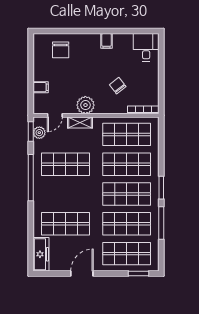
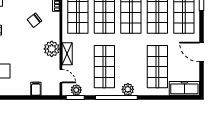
plant: (40, 191) -> (128, 89), added

